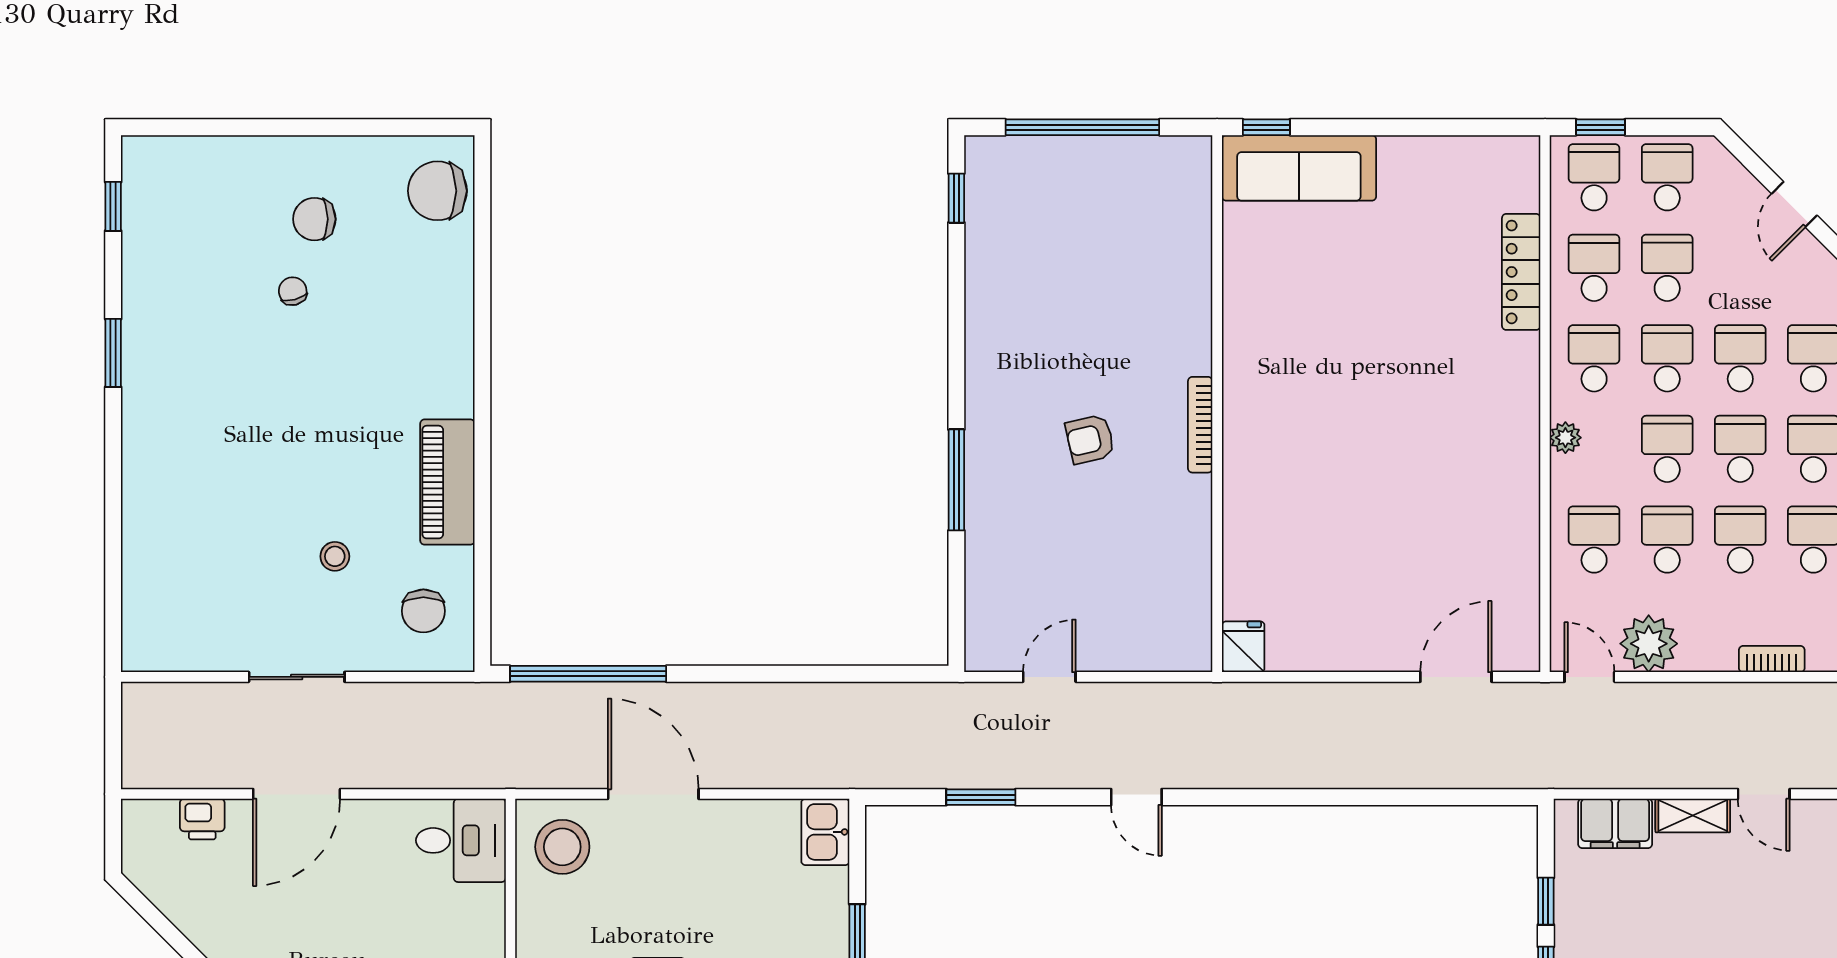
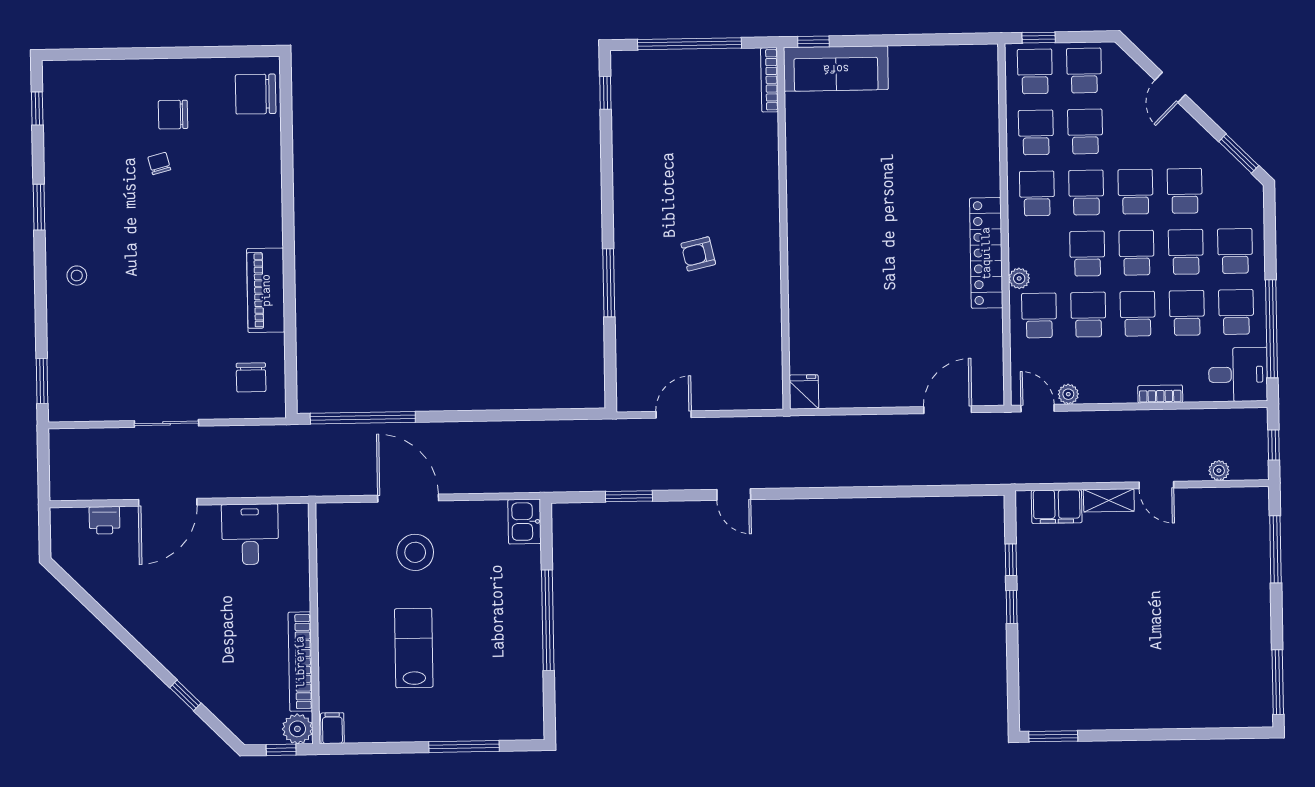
locker: (1521, 272) -> (986, 253), moved, width x1.41, depth x1.21
bookcase: (1200, 425) -> (770, 80), moved
plant: (1565, 438) -> (1019, 278), moved
stool: (335, 556) -> (77, 276), moved
window: (113, 611) -> (42, 381), added
plant: (1649, 644) -> (1068, 394), width x0.53, depth x0.53
desk: (461, 840) -> (250, 534), moved, turned -90
stool: (562, 847) -> (415, 552), moved

